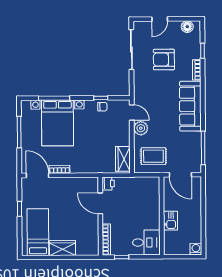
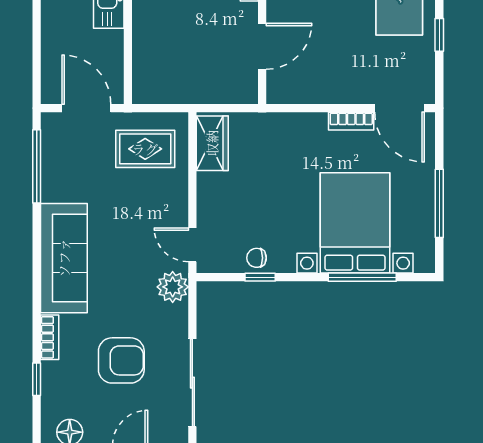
plant: (141, 128) -> (173, 287), moved
printer: (108, 184) -> (245, 89), removed
door: (100, 203) -> (262, 46), hinge flipped

